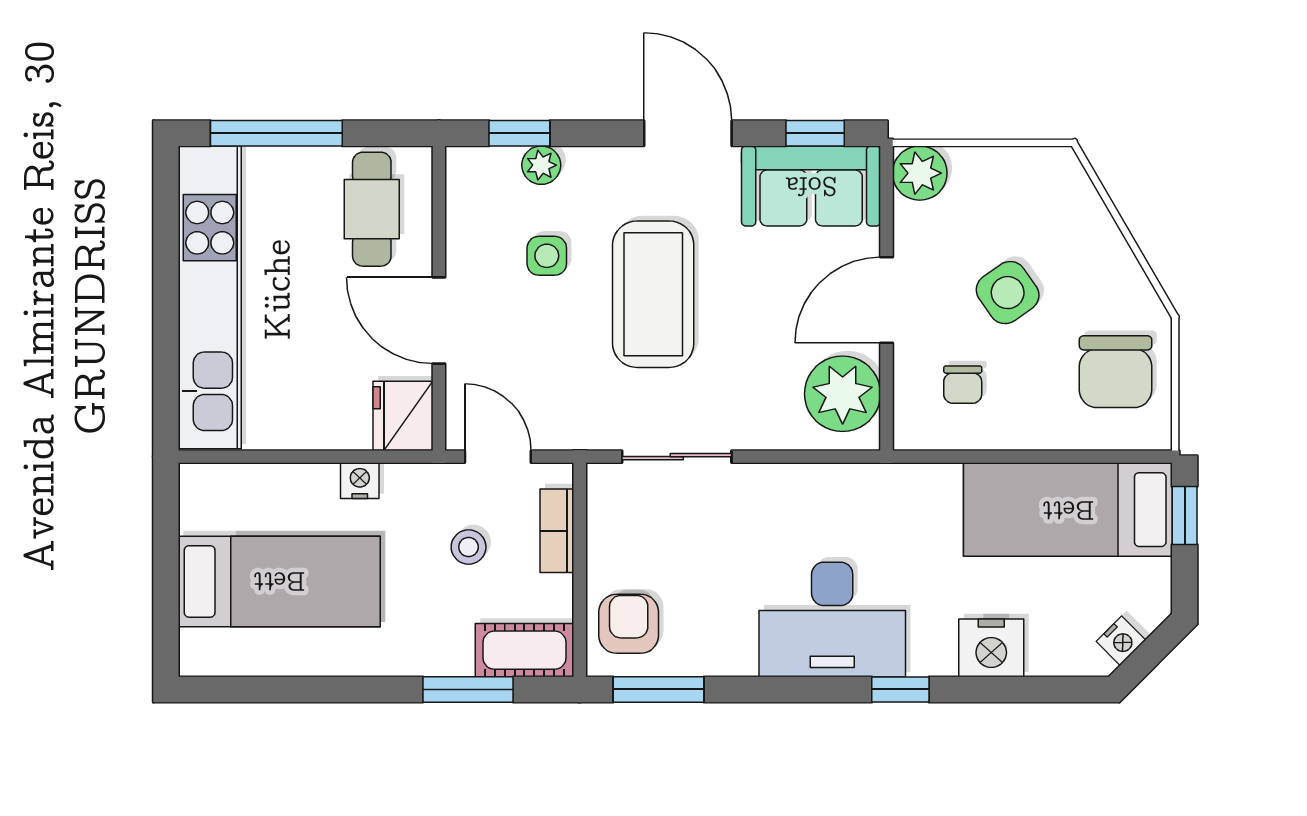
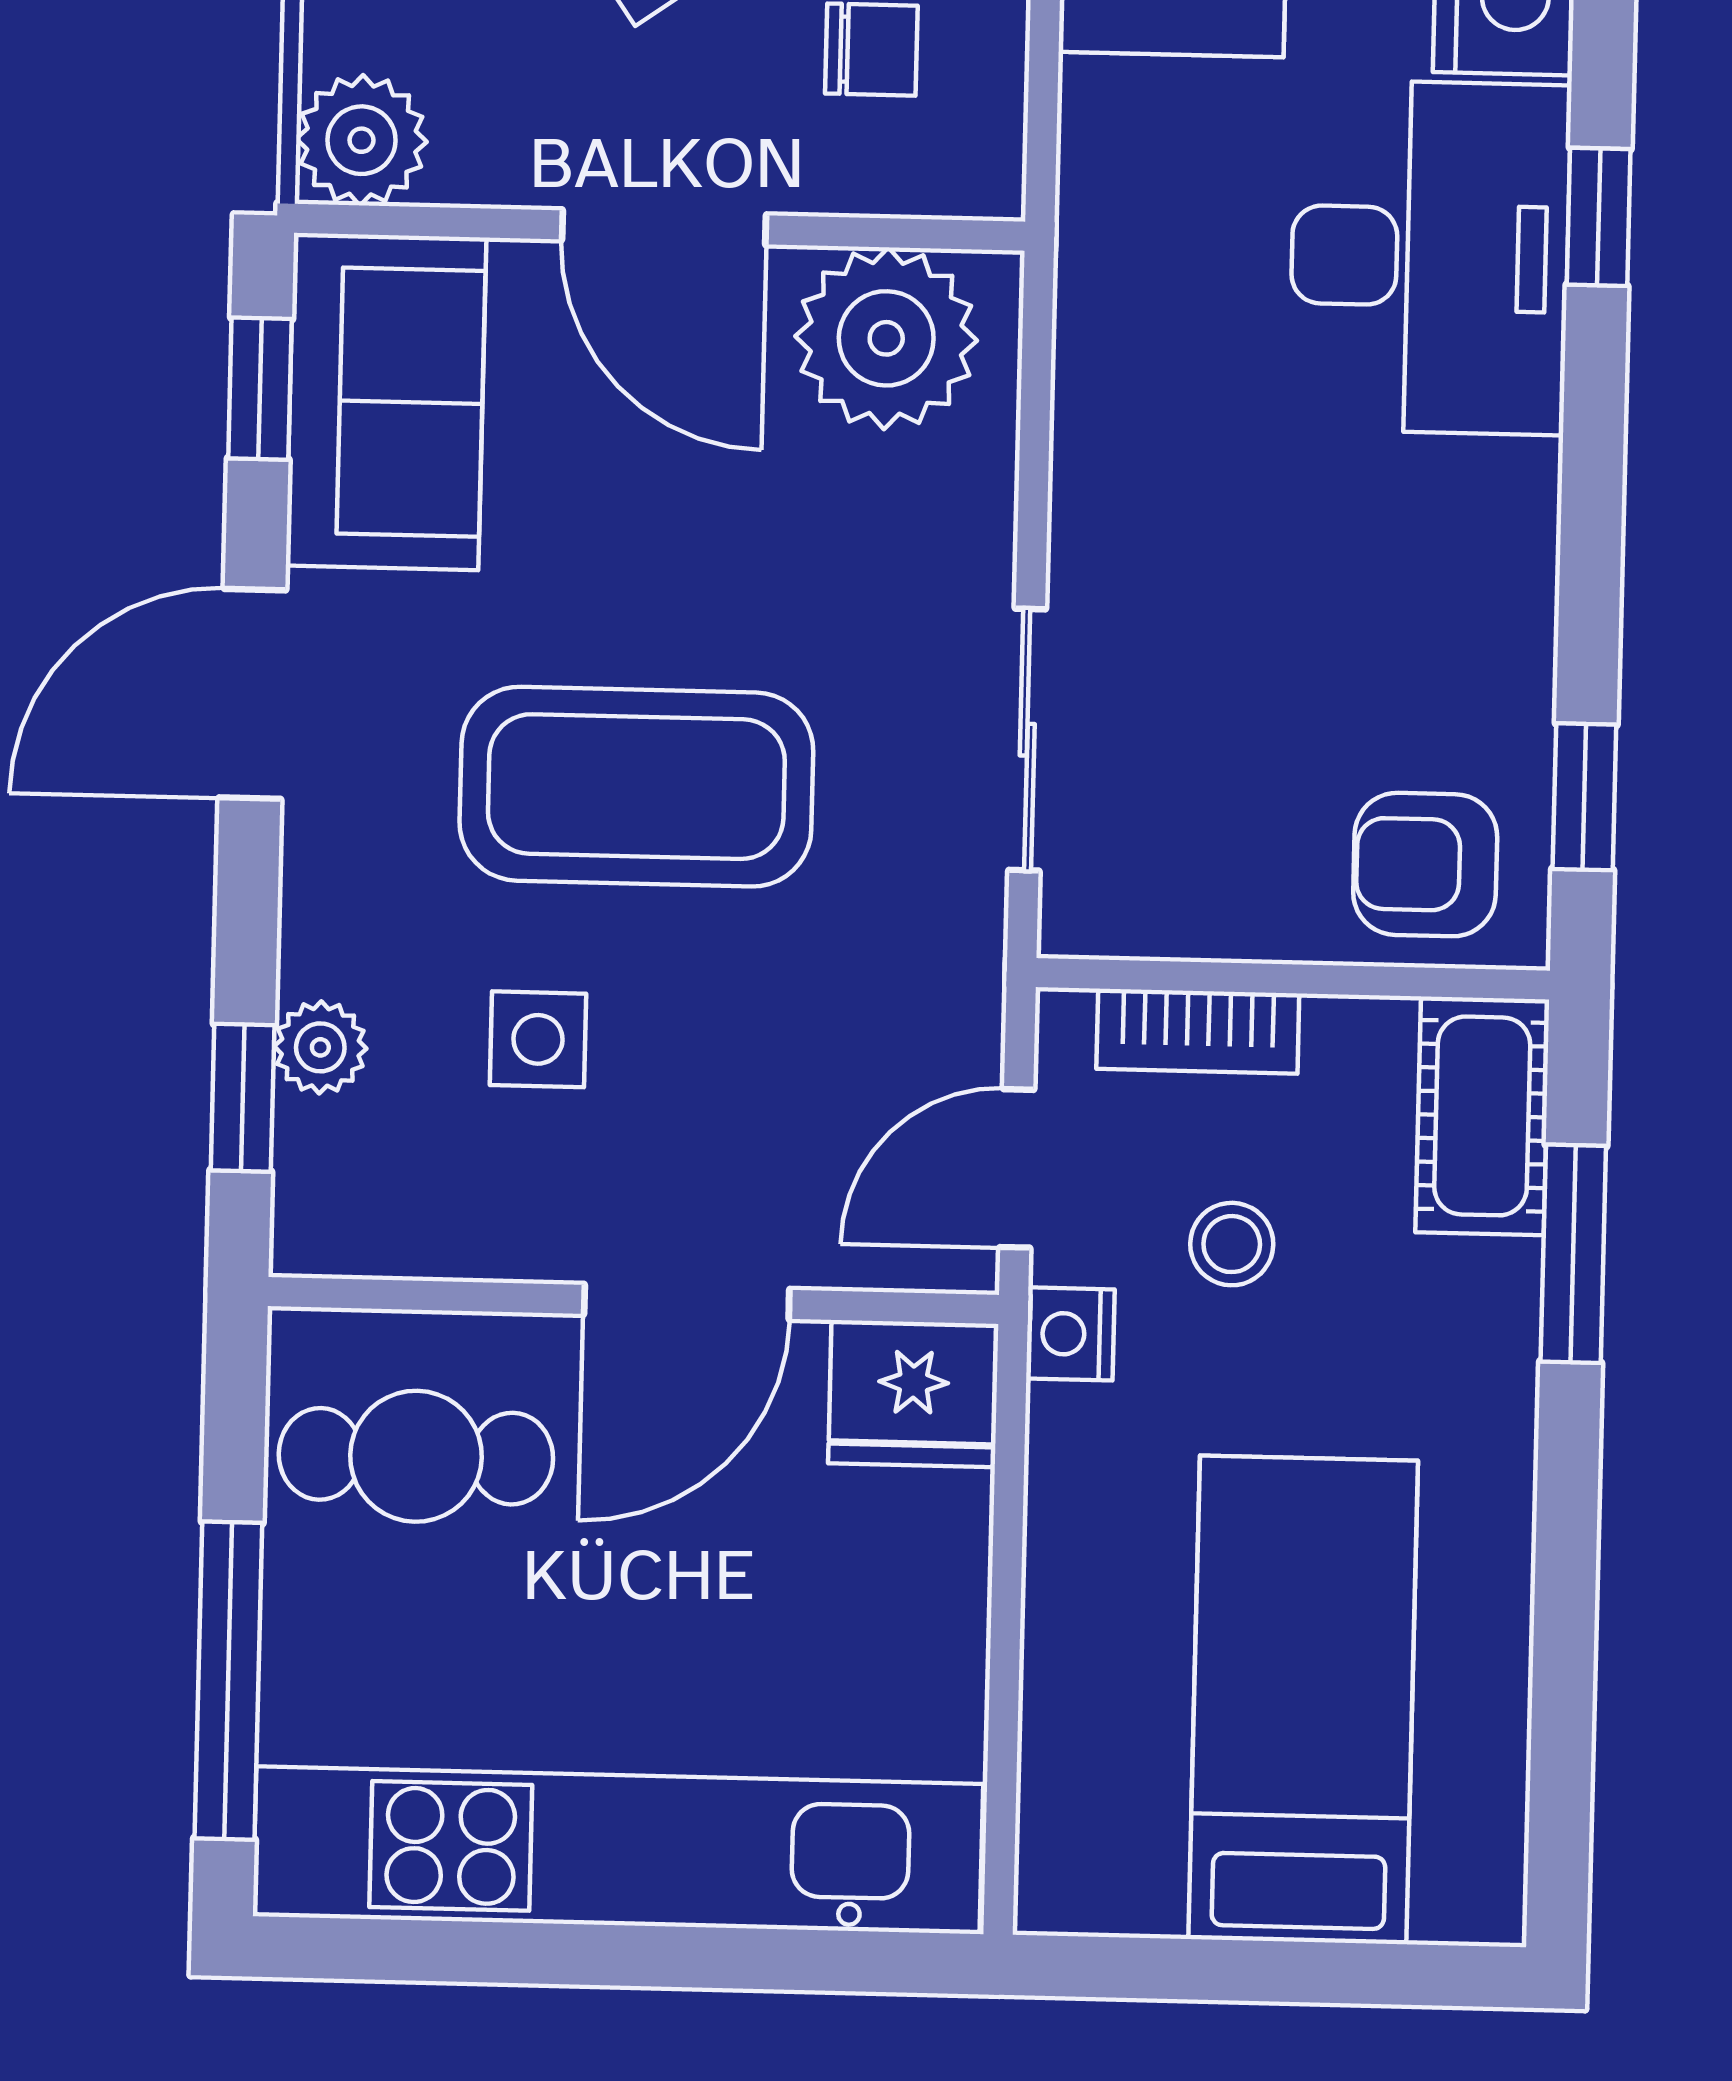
nightstand: (360, 481) -> (1070, 1334), moved
desk: (832, 619) -> (1430, 257), moved
window: (659, 689) -> (1584, 797), width x0.67

